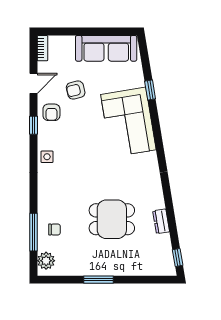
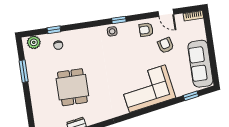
window: (150, 90) -> (191, 96), moved
window: (33, 125) -> (119, 20), moved
window: (33, 232) -> (54, 30), width x0.46
window: (98, 280) -> (24, 71), moved

